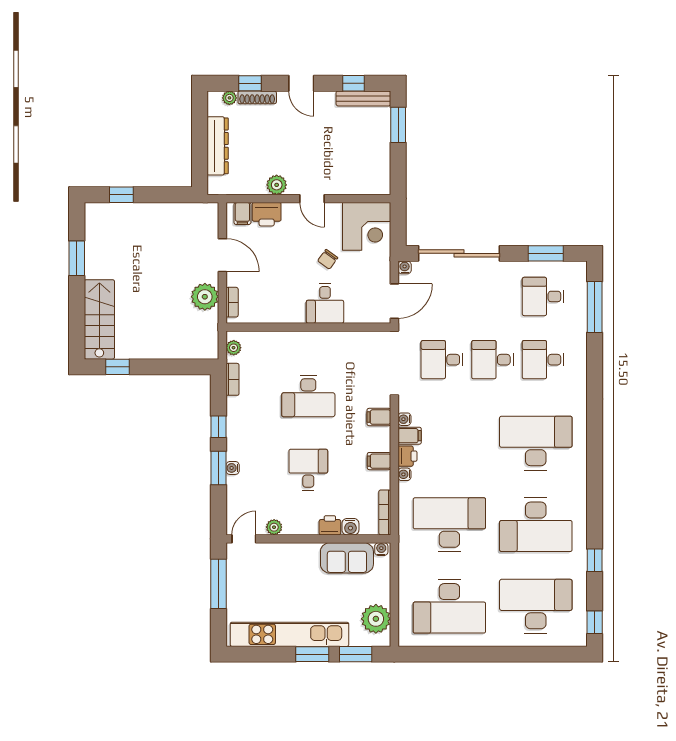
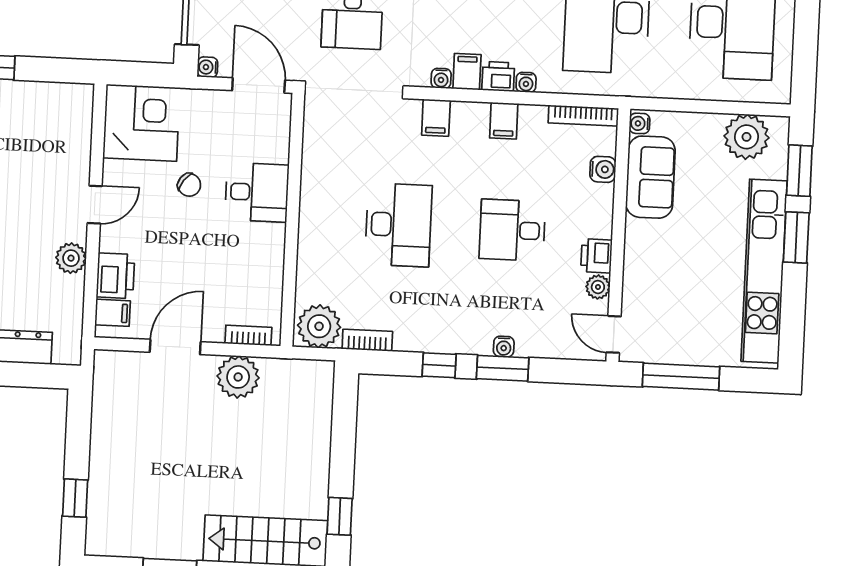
plant: (234, 348) -> (319, 326), width x1.88, depth x1.88
printer: (330, 525) -> (596, 256), moved

